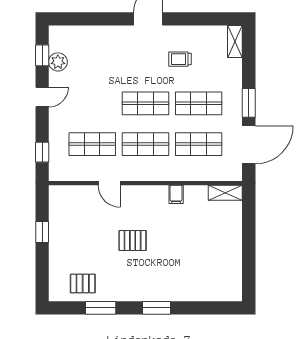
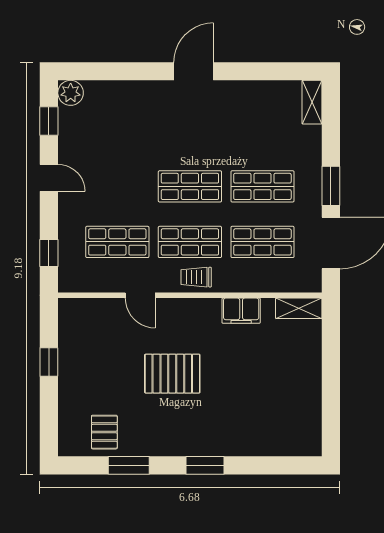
trolley: (180, 59) -> (196, 277), moved
plant: (58, 62) -> (71, 93), moved
door: (42, 97) -> (49, 178), hinge flipped
filing cabinet: (176, 194) -> (241, 311), width x2.00
pallet: (133, 241) -> (172, 374), width x1.50, depth x1.42
pallet: (83, 283) -> (104, 432), turned 90

